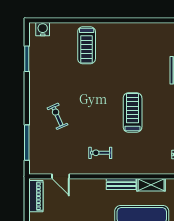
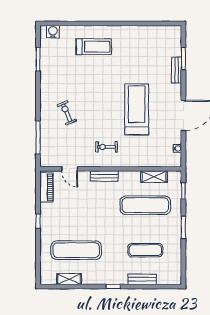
treadmill: (87, 45) -> (94, 47), turned -90
treadmill: (133, 113) -> (137, 109), width x1.37, depth x1.37
bench: (121, 184) -> (104, 176), moved

